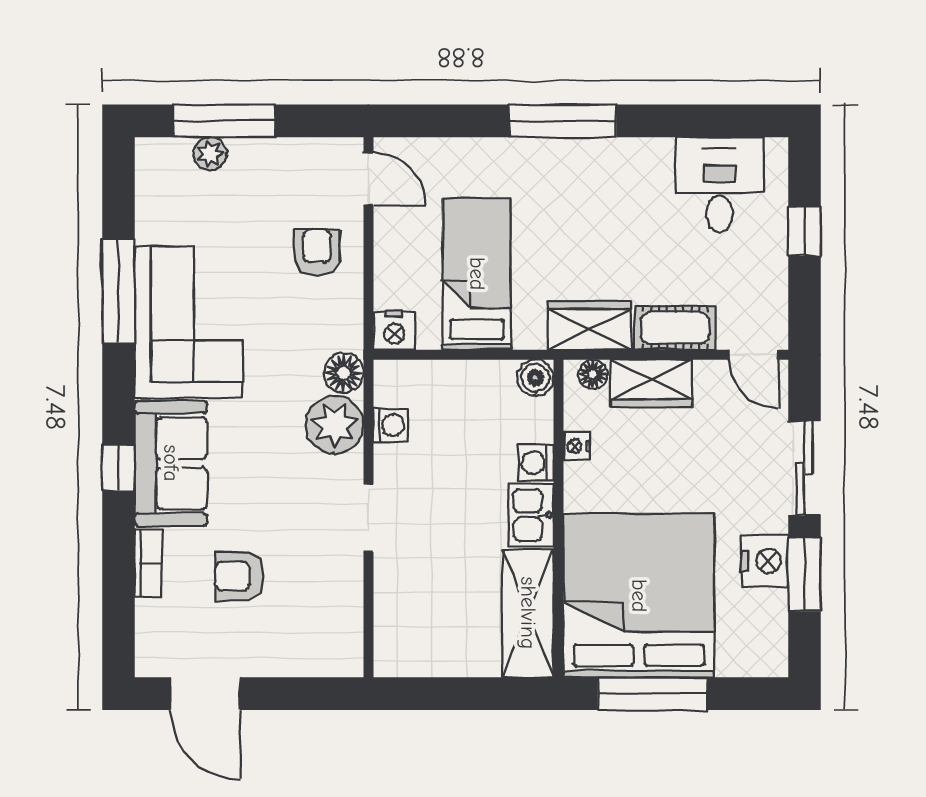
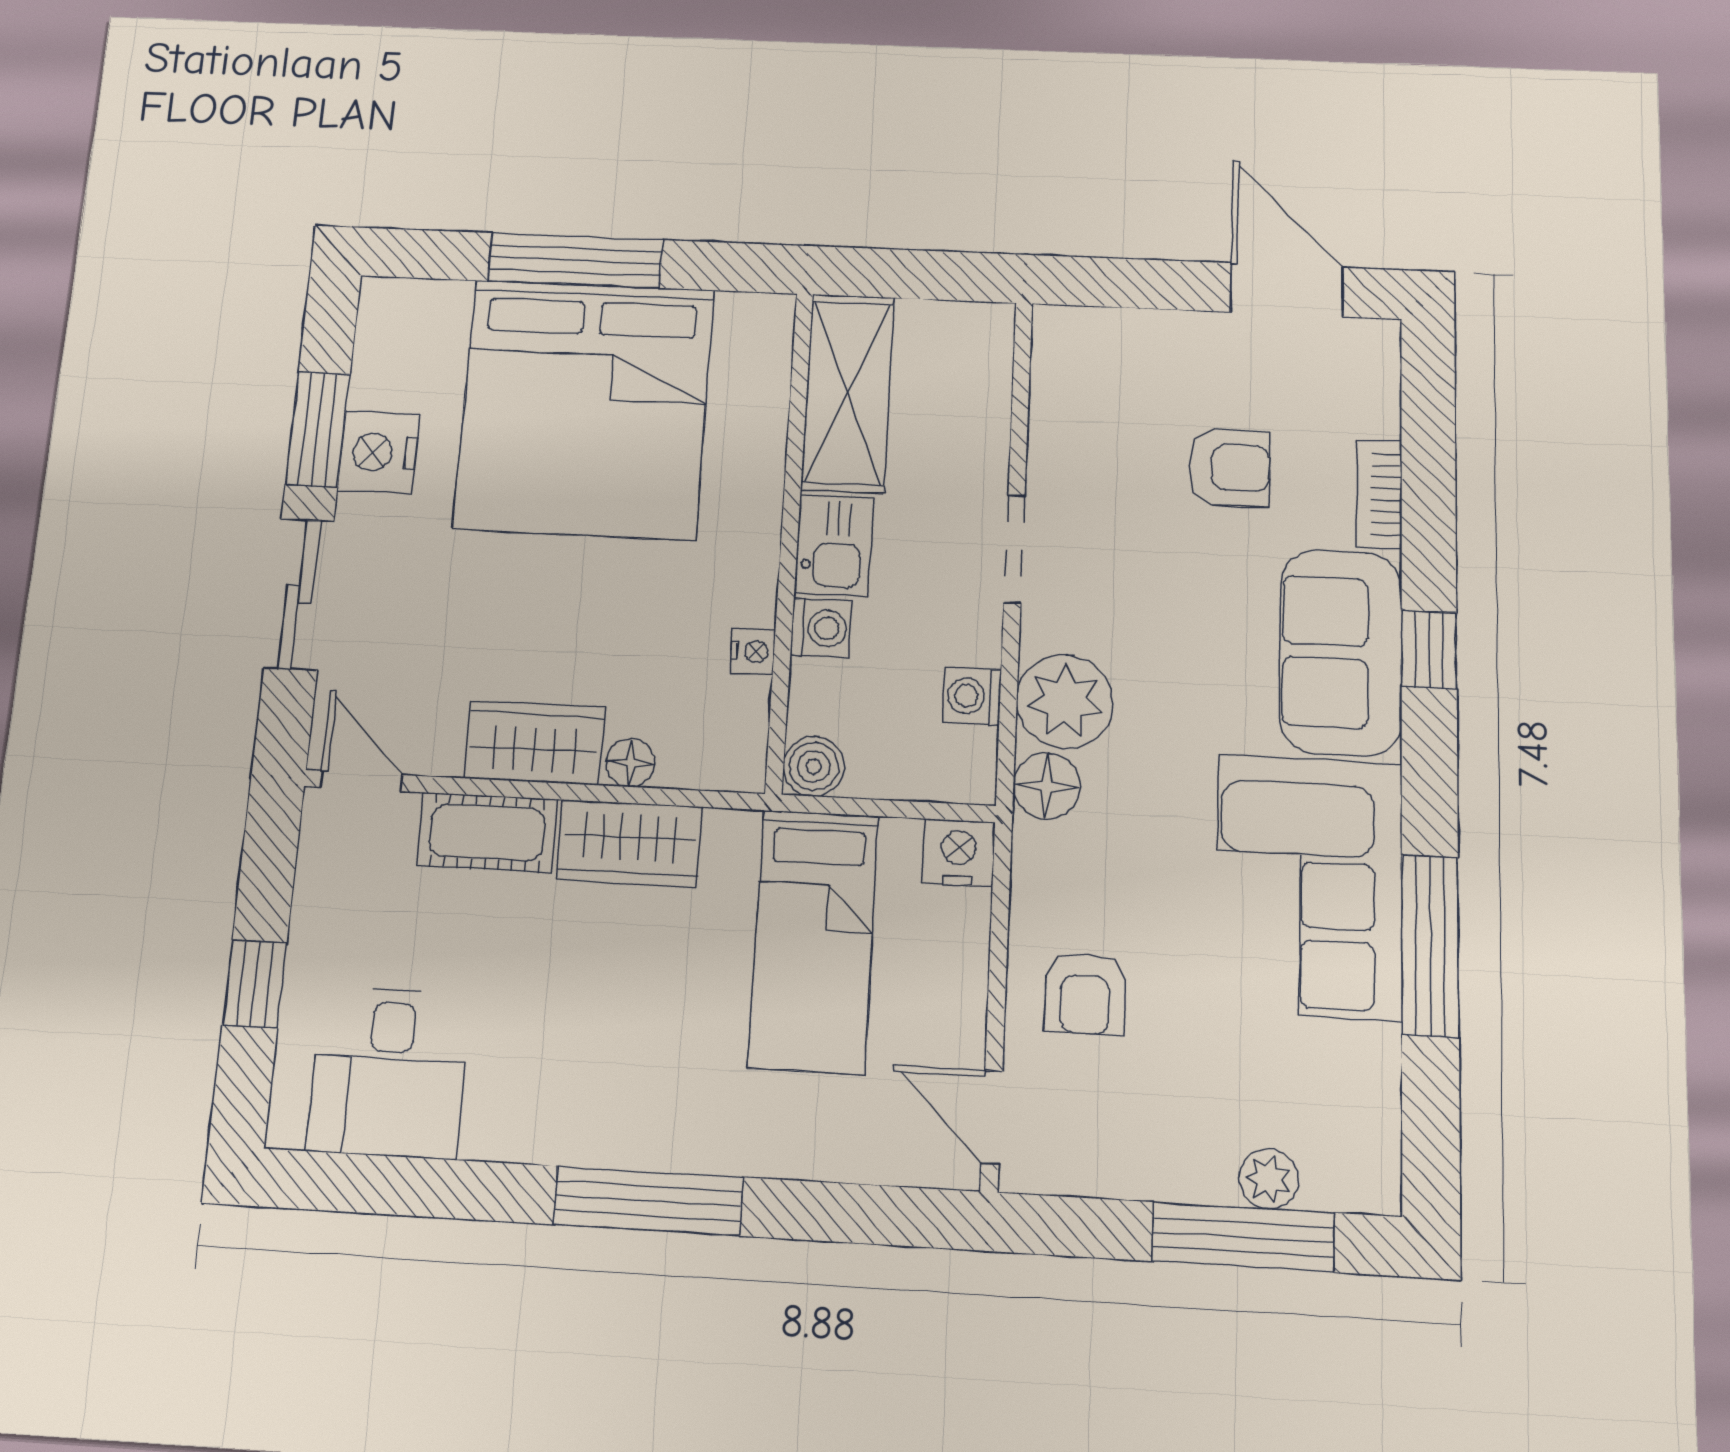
boiler: (535, 378) -> (814, 766), moved
nightstand: (576, 446) -> (753, 651), moved
washing machine: (536, 463) -> (821, 628), moved
kitchen sink: (531, 515) -> (834, 545), moved
wall: (559, 518) -> (789, 538), moved
shelving: (528, 613) -> (848, 393), moved

